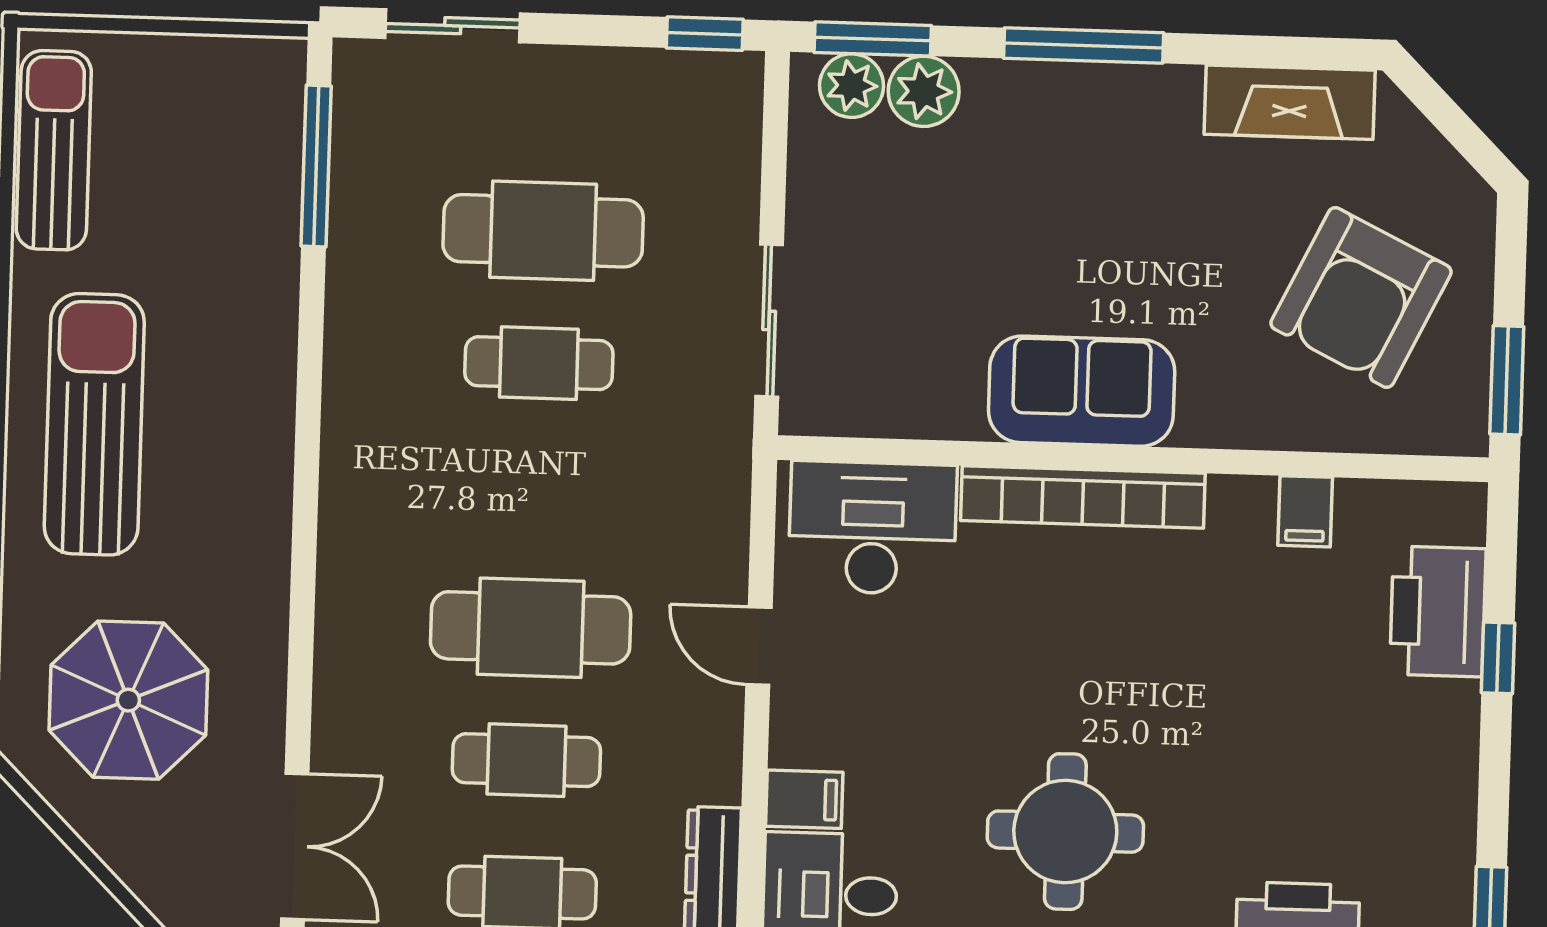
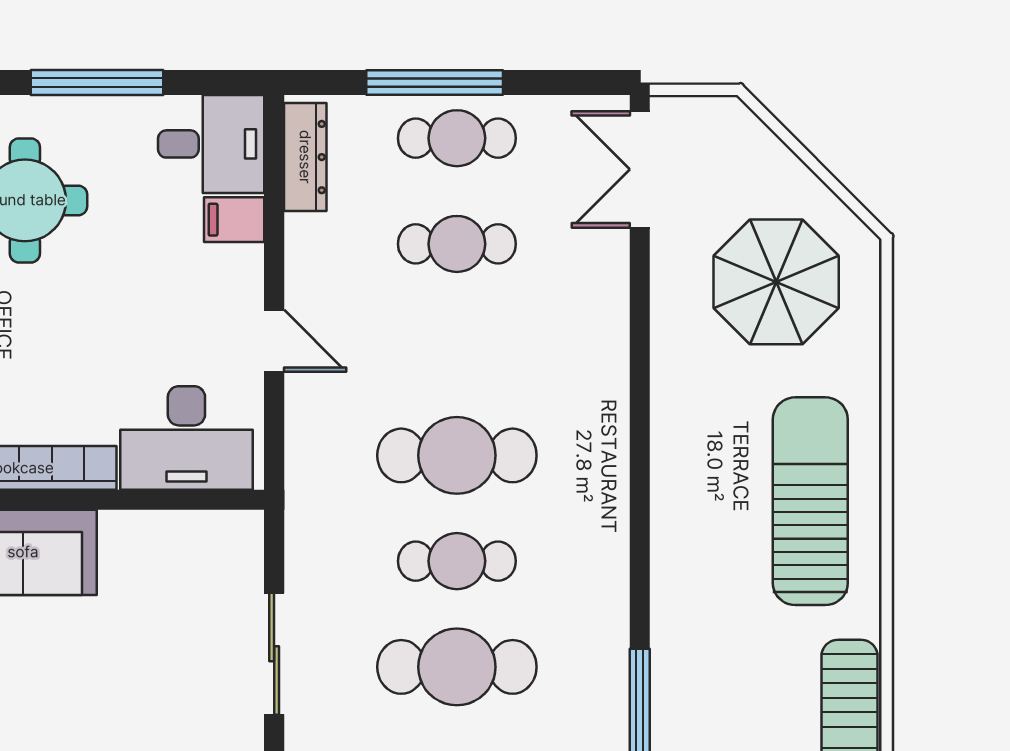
sliding door: (769, 320) -> (274, 654), moved
sun lounger: (94, 424) -> (810, 501), turned 180
cafe table: (531, 628) -> (457, 455), moved

